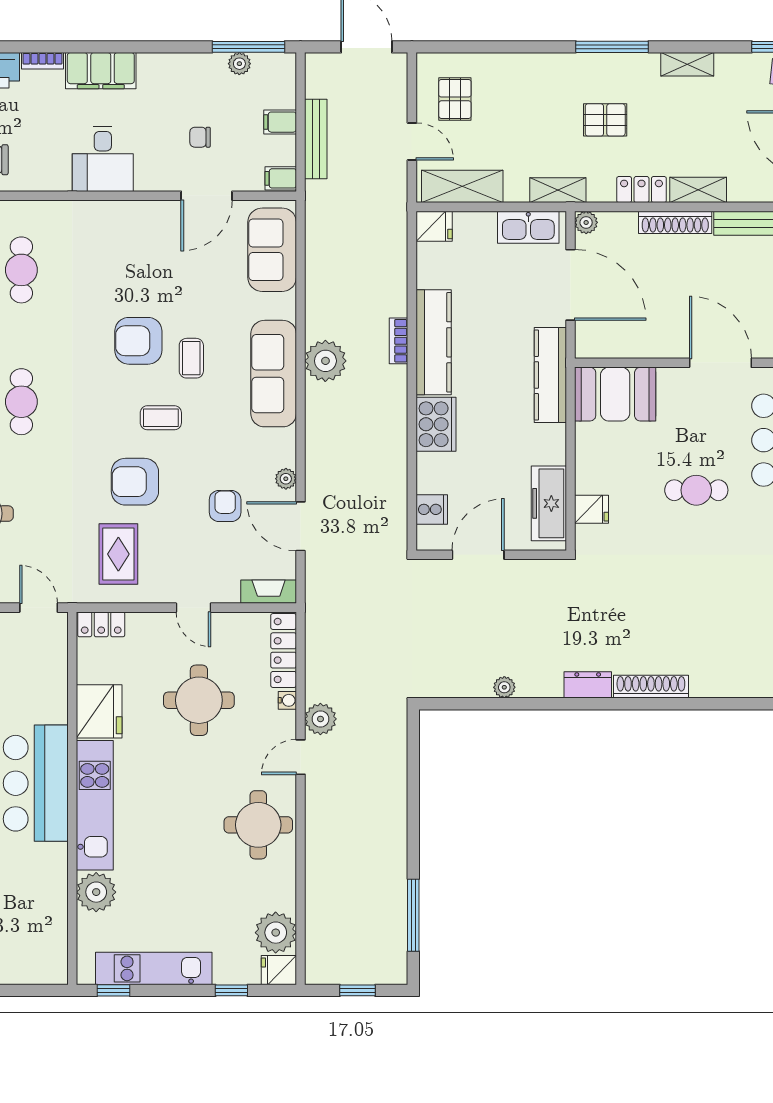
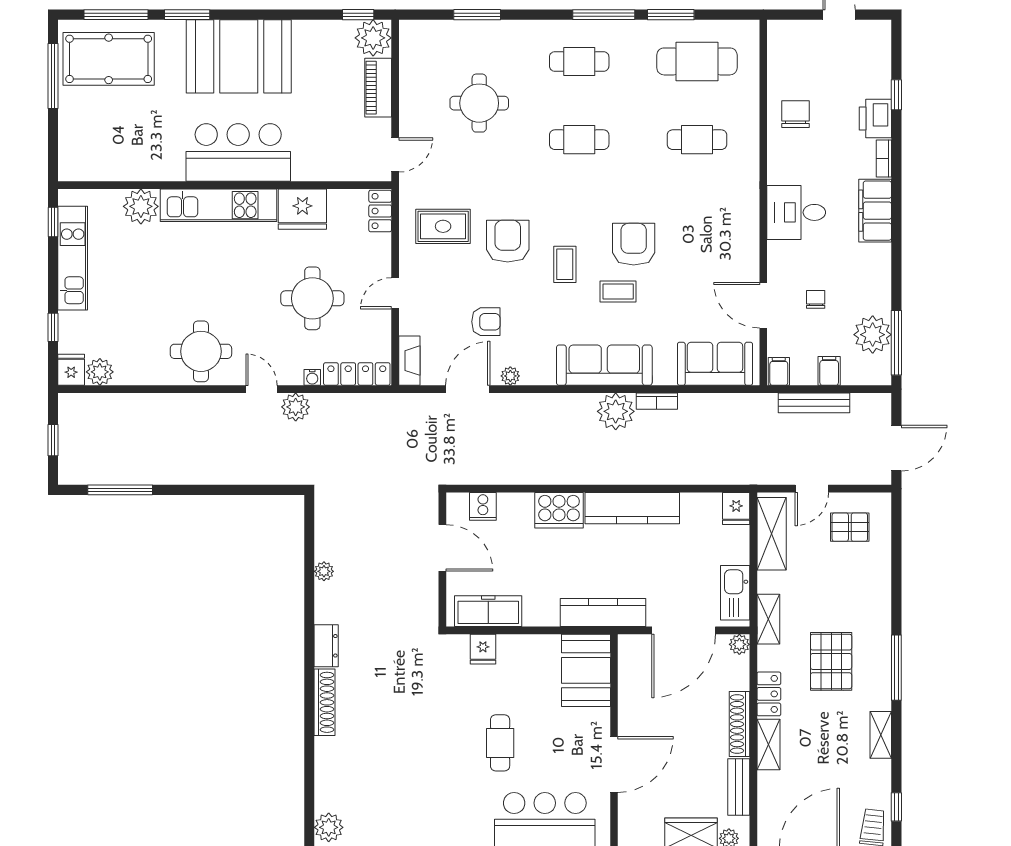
plant: (239, 64) -> (873, 335), width x1.87, depth x1.87
pallet: (605, 120) -> (831, 661), width x1.50, depth x1.42
bookcase: (398, 341) -> (657, 401), moved, turned 180
plant: (276, 933) -> (100, 372), width x0.73, depth x0.73

